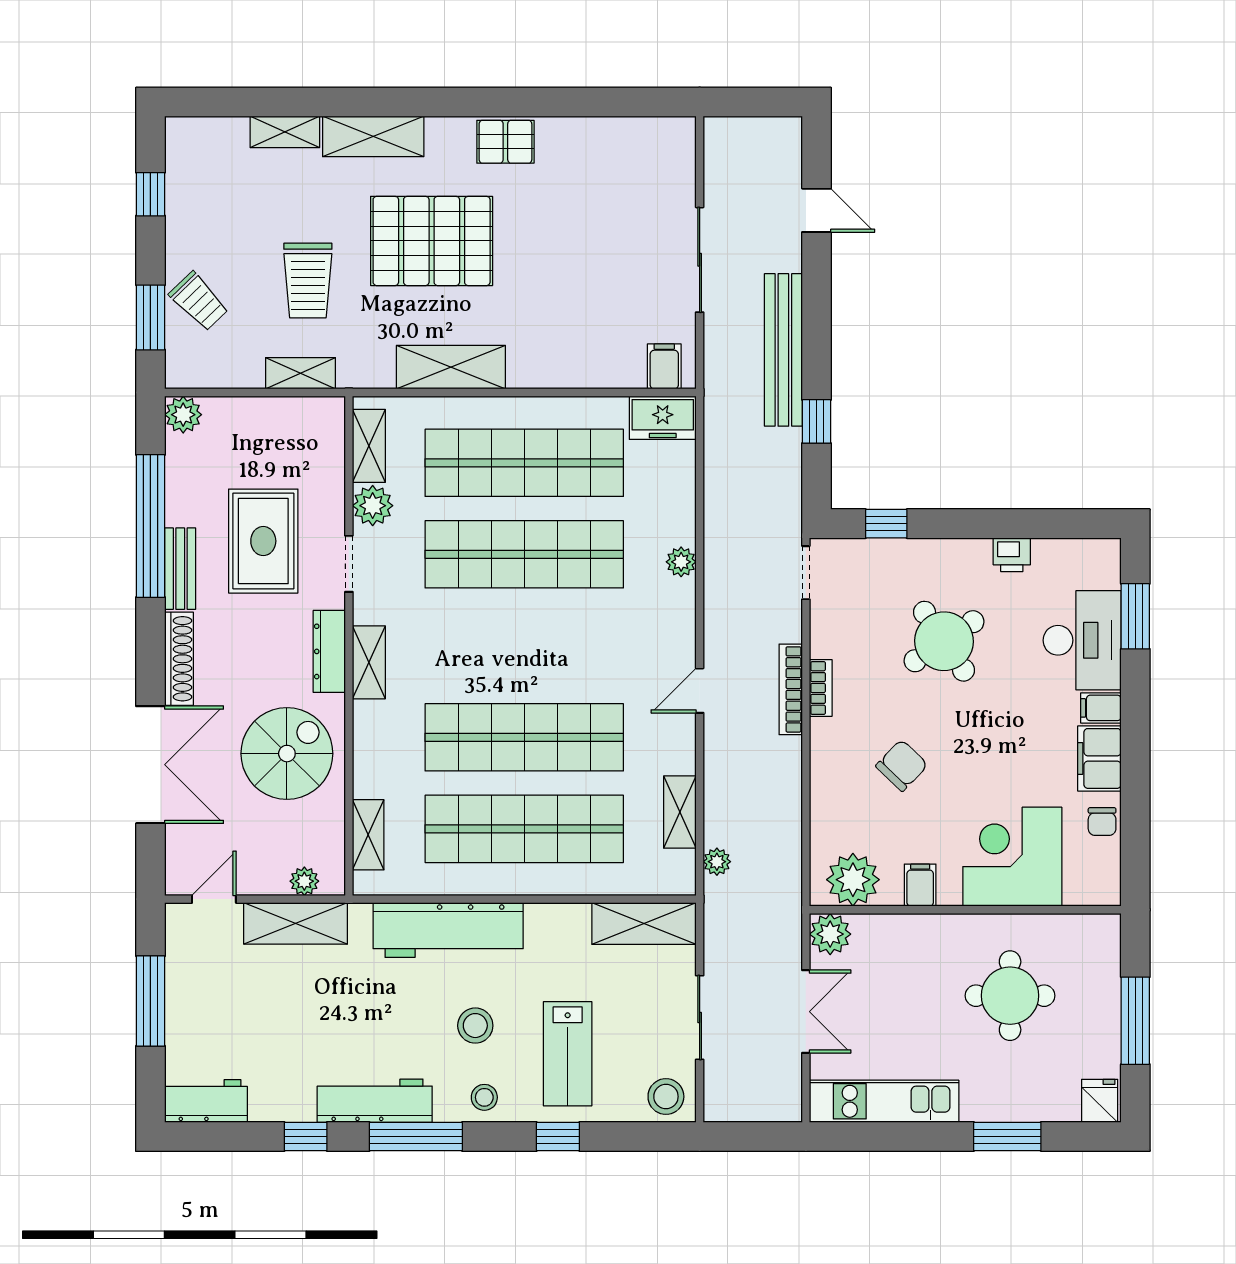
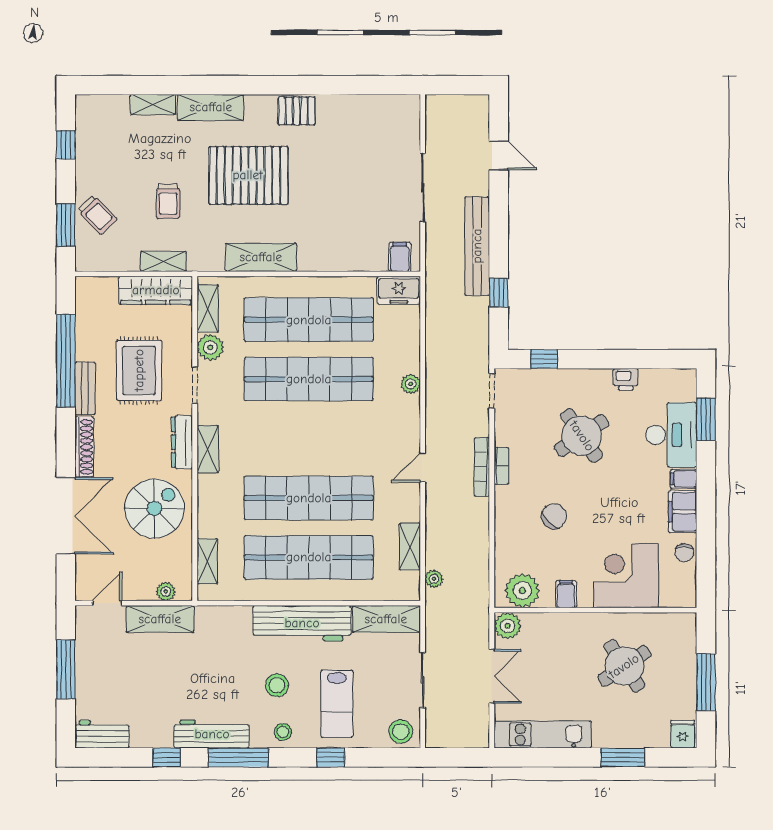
trolley: (308, 281) -> (168, 201), width x0.73, depth x0.72
plant: (183, 415) -> (87, 288), removed
wardrobe: (289, 418) -> (156, 290), added
workbench: (448, 930) -> (302, 623), moved
round table: (1010, 996) -> (624, 666), turned -34

